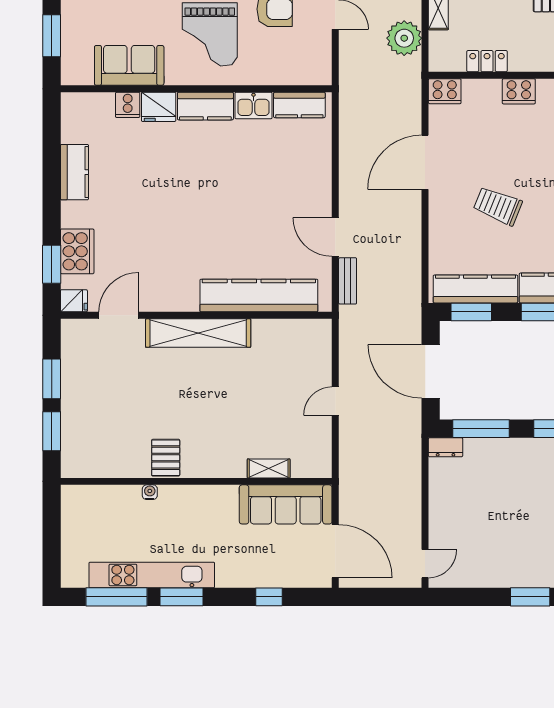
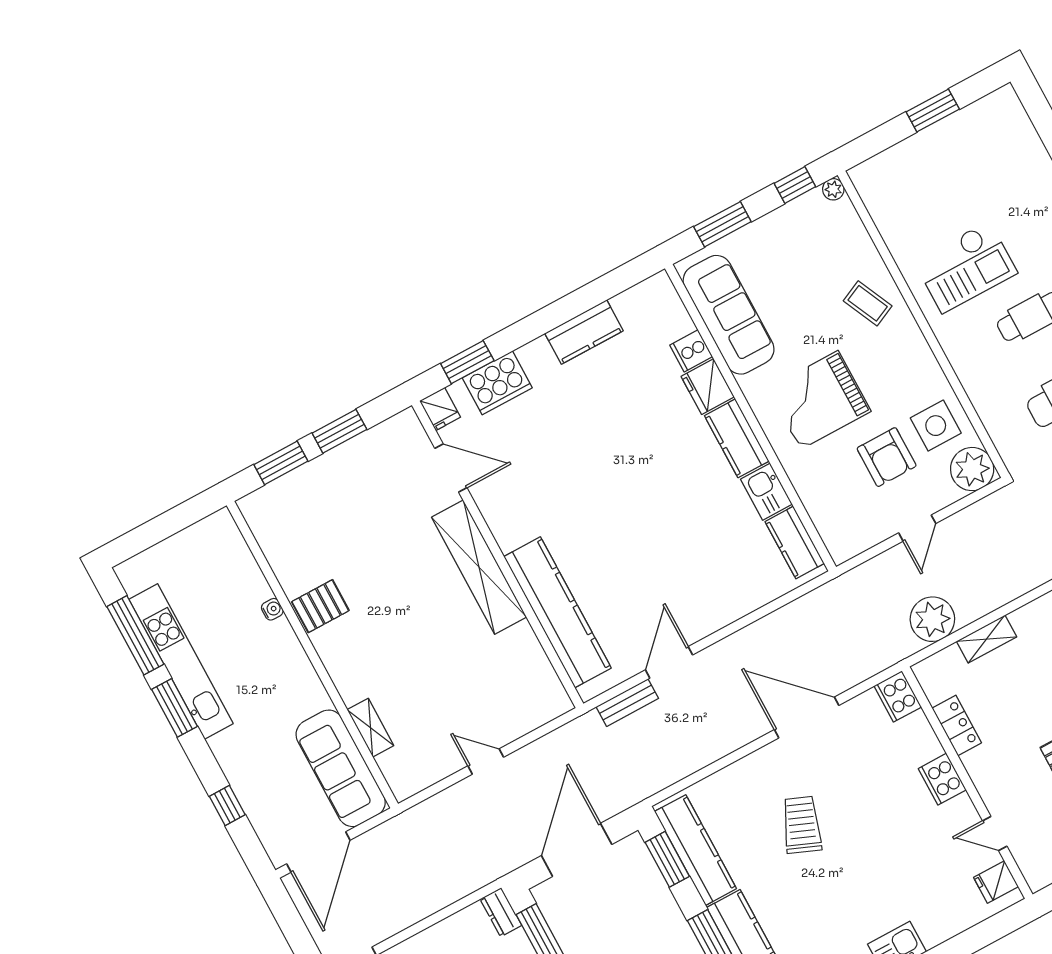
sofa: (129, 65) -> (729, 315), width x1.36

